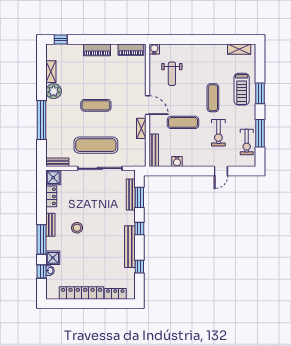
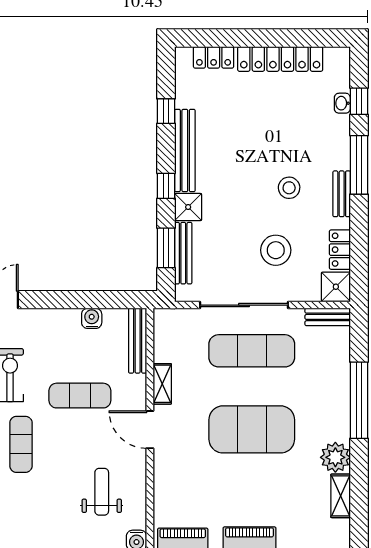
exercise mat: (96, 105) -> (252, 429), width x2.00, depth x1.45
stool: (84, 196) -> (276, 250), added
shower: (53, 258) -> (188, 207), moved

